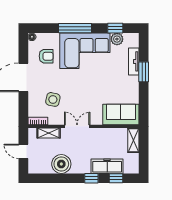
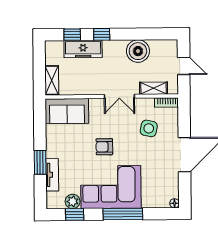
armchair: (46, 56) -> (104, 147), moved

